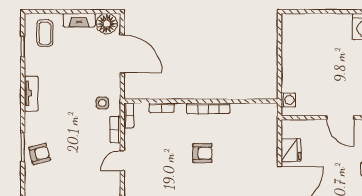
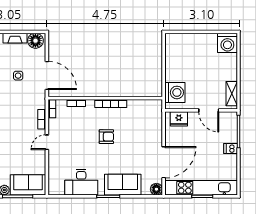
door: (122, 54) -> (47, 75), moved
washing machine: (288, 100) -> (175, 92), width x1.89, depth x1.89
side table: (102, 103) -> (18, 76), moved
fridge: (291, 150) -> (179, 119), moved, turned 90

